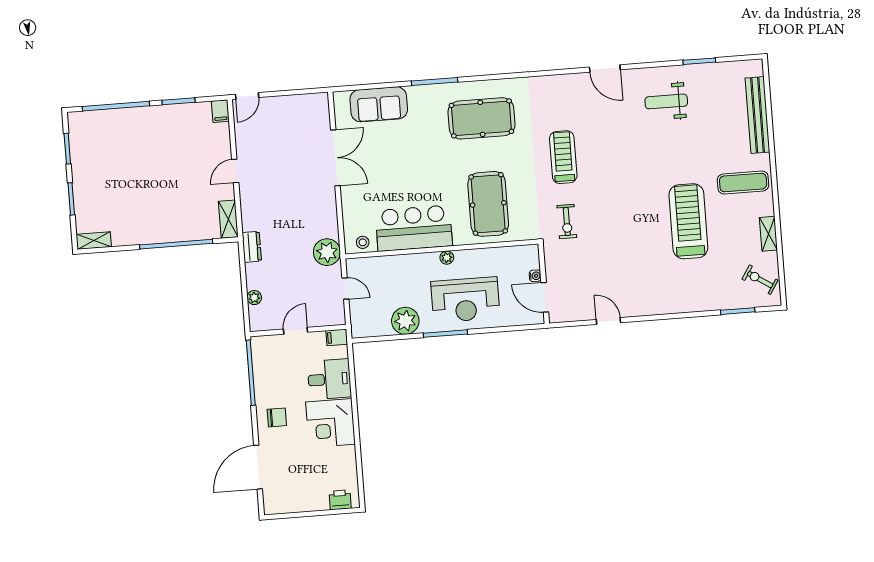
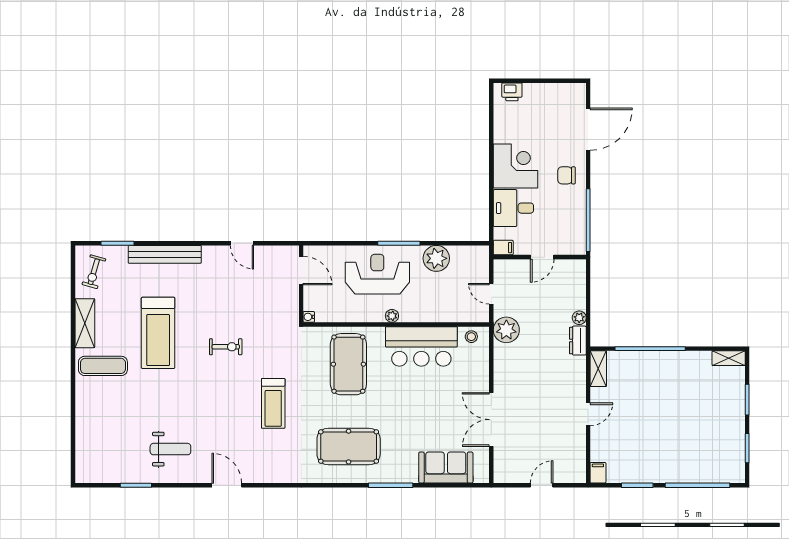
door: (247, 96) -> (542, 485), moved
bench: (758, 115) -> (165, 254), moved, turned 90
exercise bike: (567, 222) -> (226, 347), moved, turned 90
shelving: (768, 234) -> (85, 323), width x1.50, depth x1.33
water cooler: (535, 276) -> (309, 317), moved
exercise bike: (760, 280) -> (94, 272), turned 73
plant: (254, 298) -> (579, 318), moved

